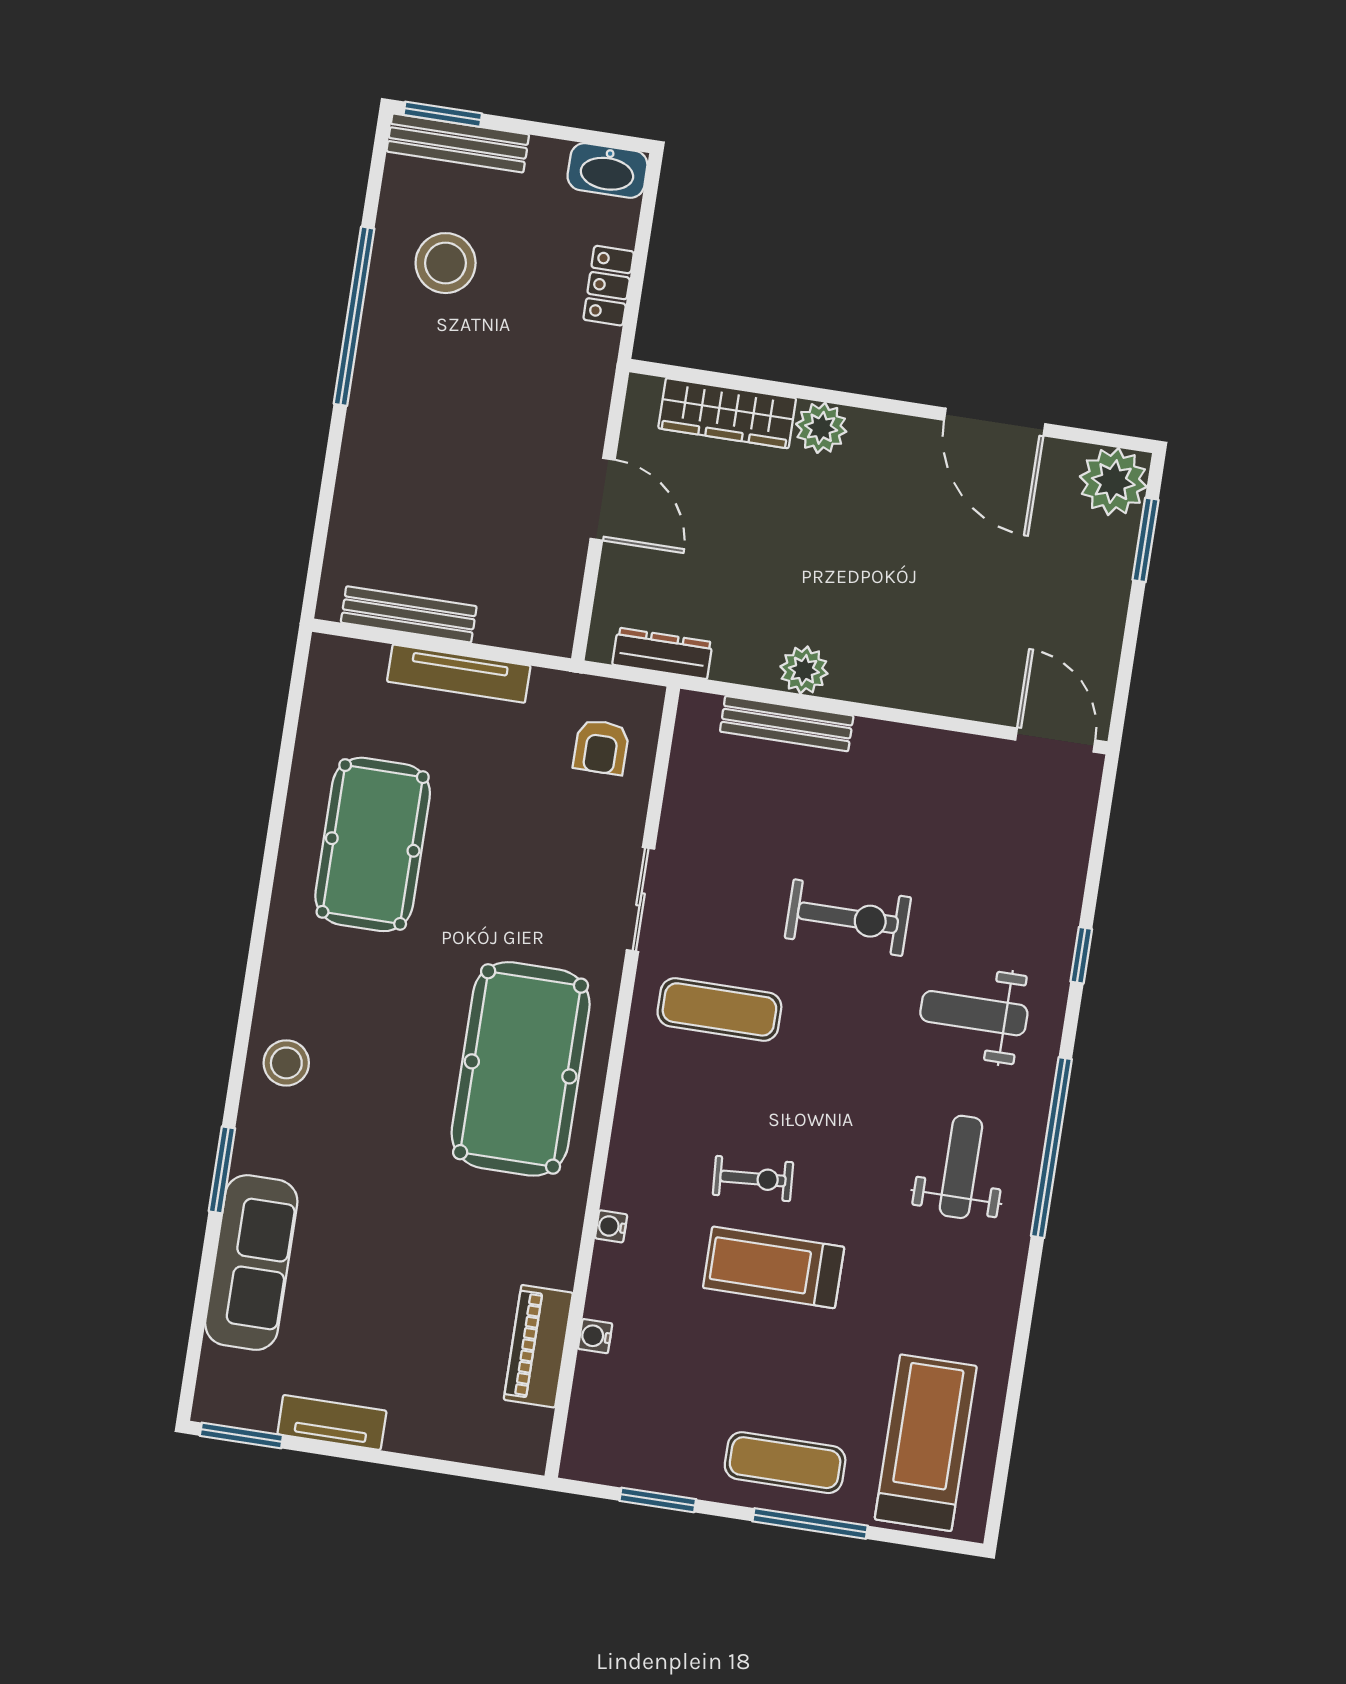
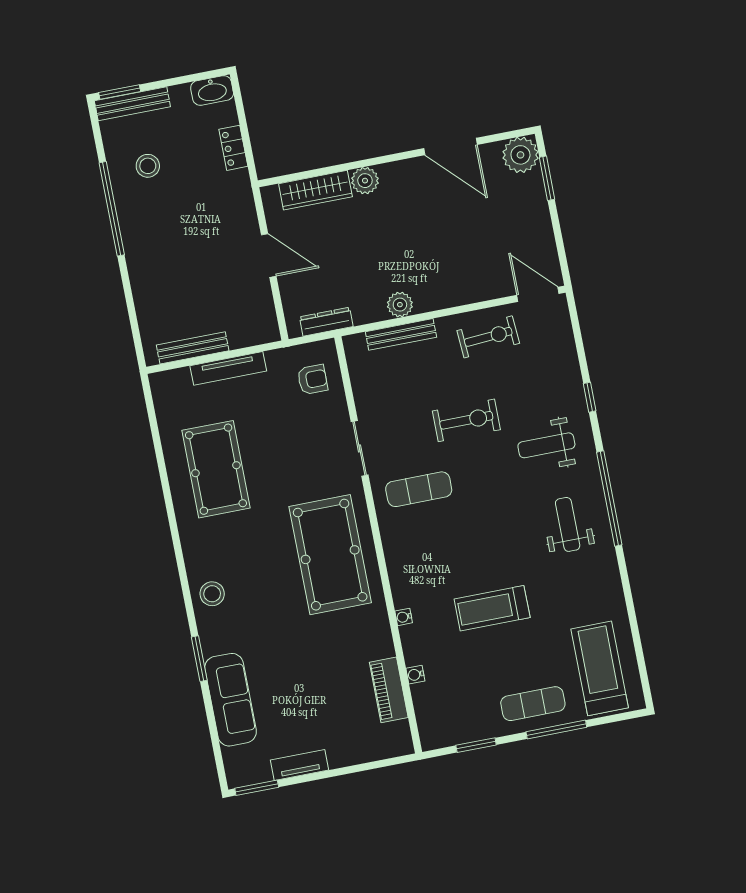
stool: (446, 263) -> (148, 166), width x0.73, depth x0.73
armchair: (601, 747) -> (313, 379), turned -90
exercise bike: (753, 1179) -> (488, 337), moved, width x1.38, depth x1.39

